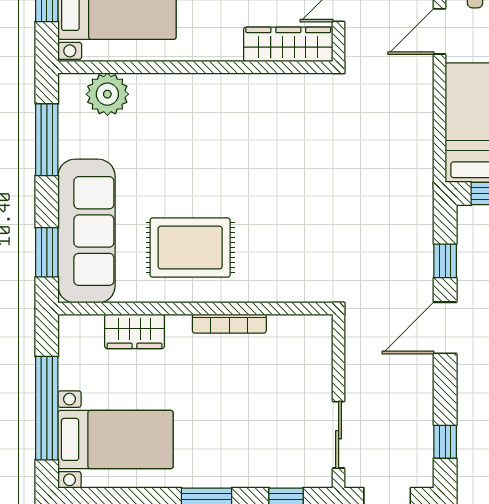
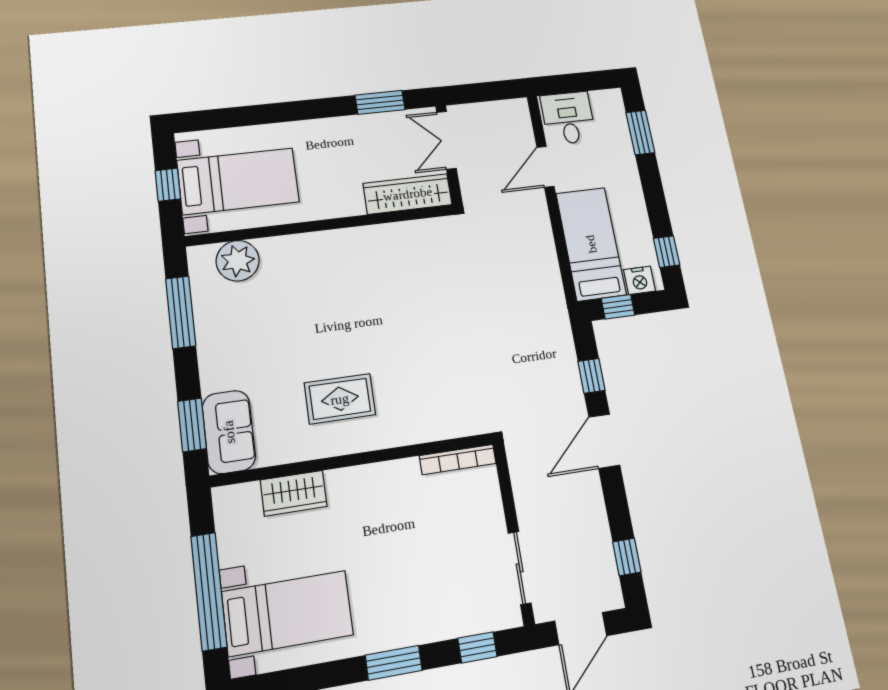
sofa: (87, 231) -> (229, 432), width x0.54, depth x0.79
rug: (190, 248) -> (340, 399), width x0.73, depth x0.70
bookcase: (229, 324) -> (458, 459), moved

